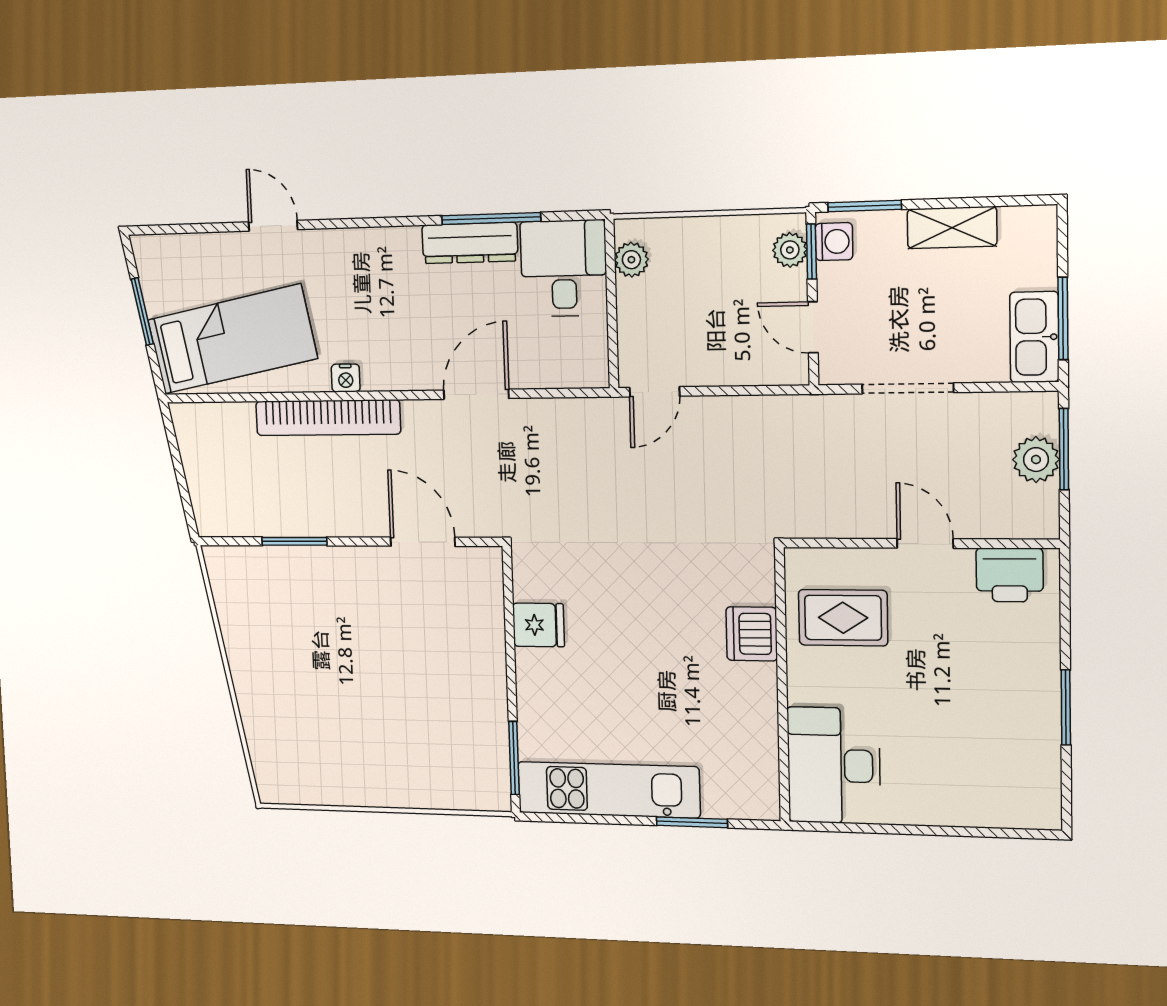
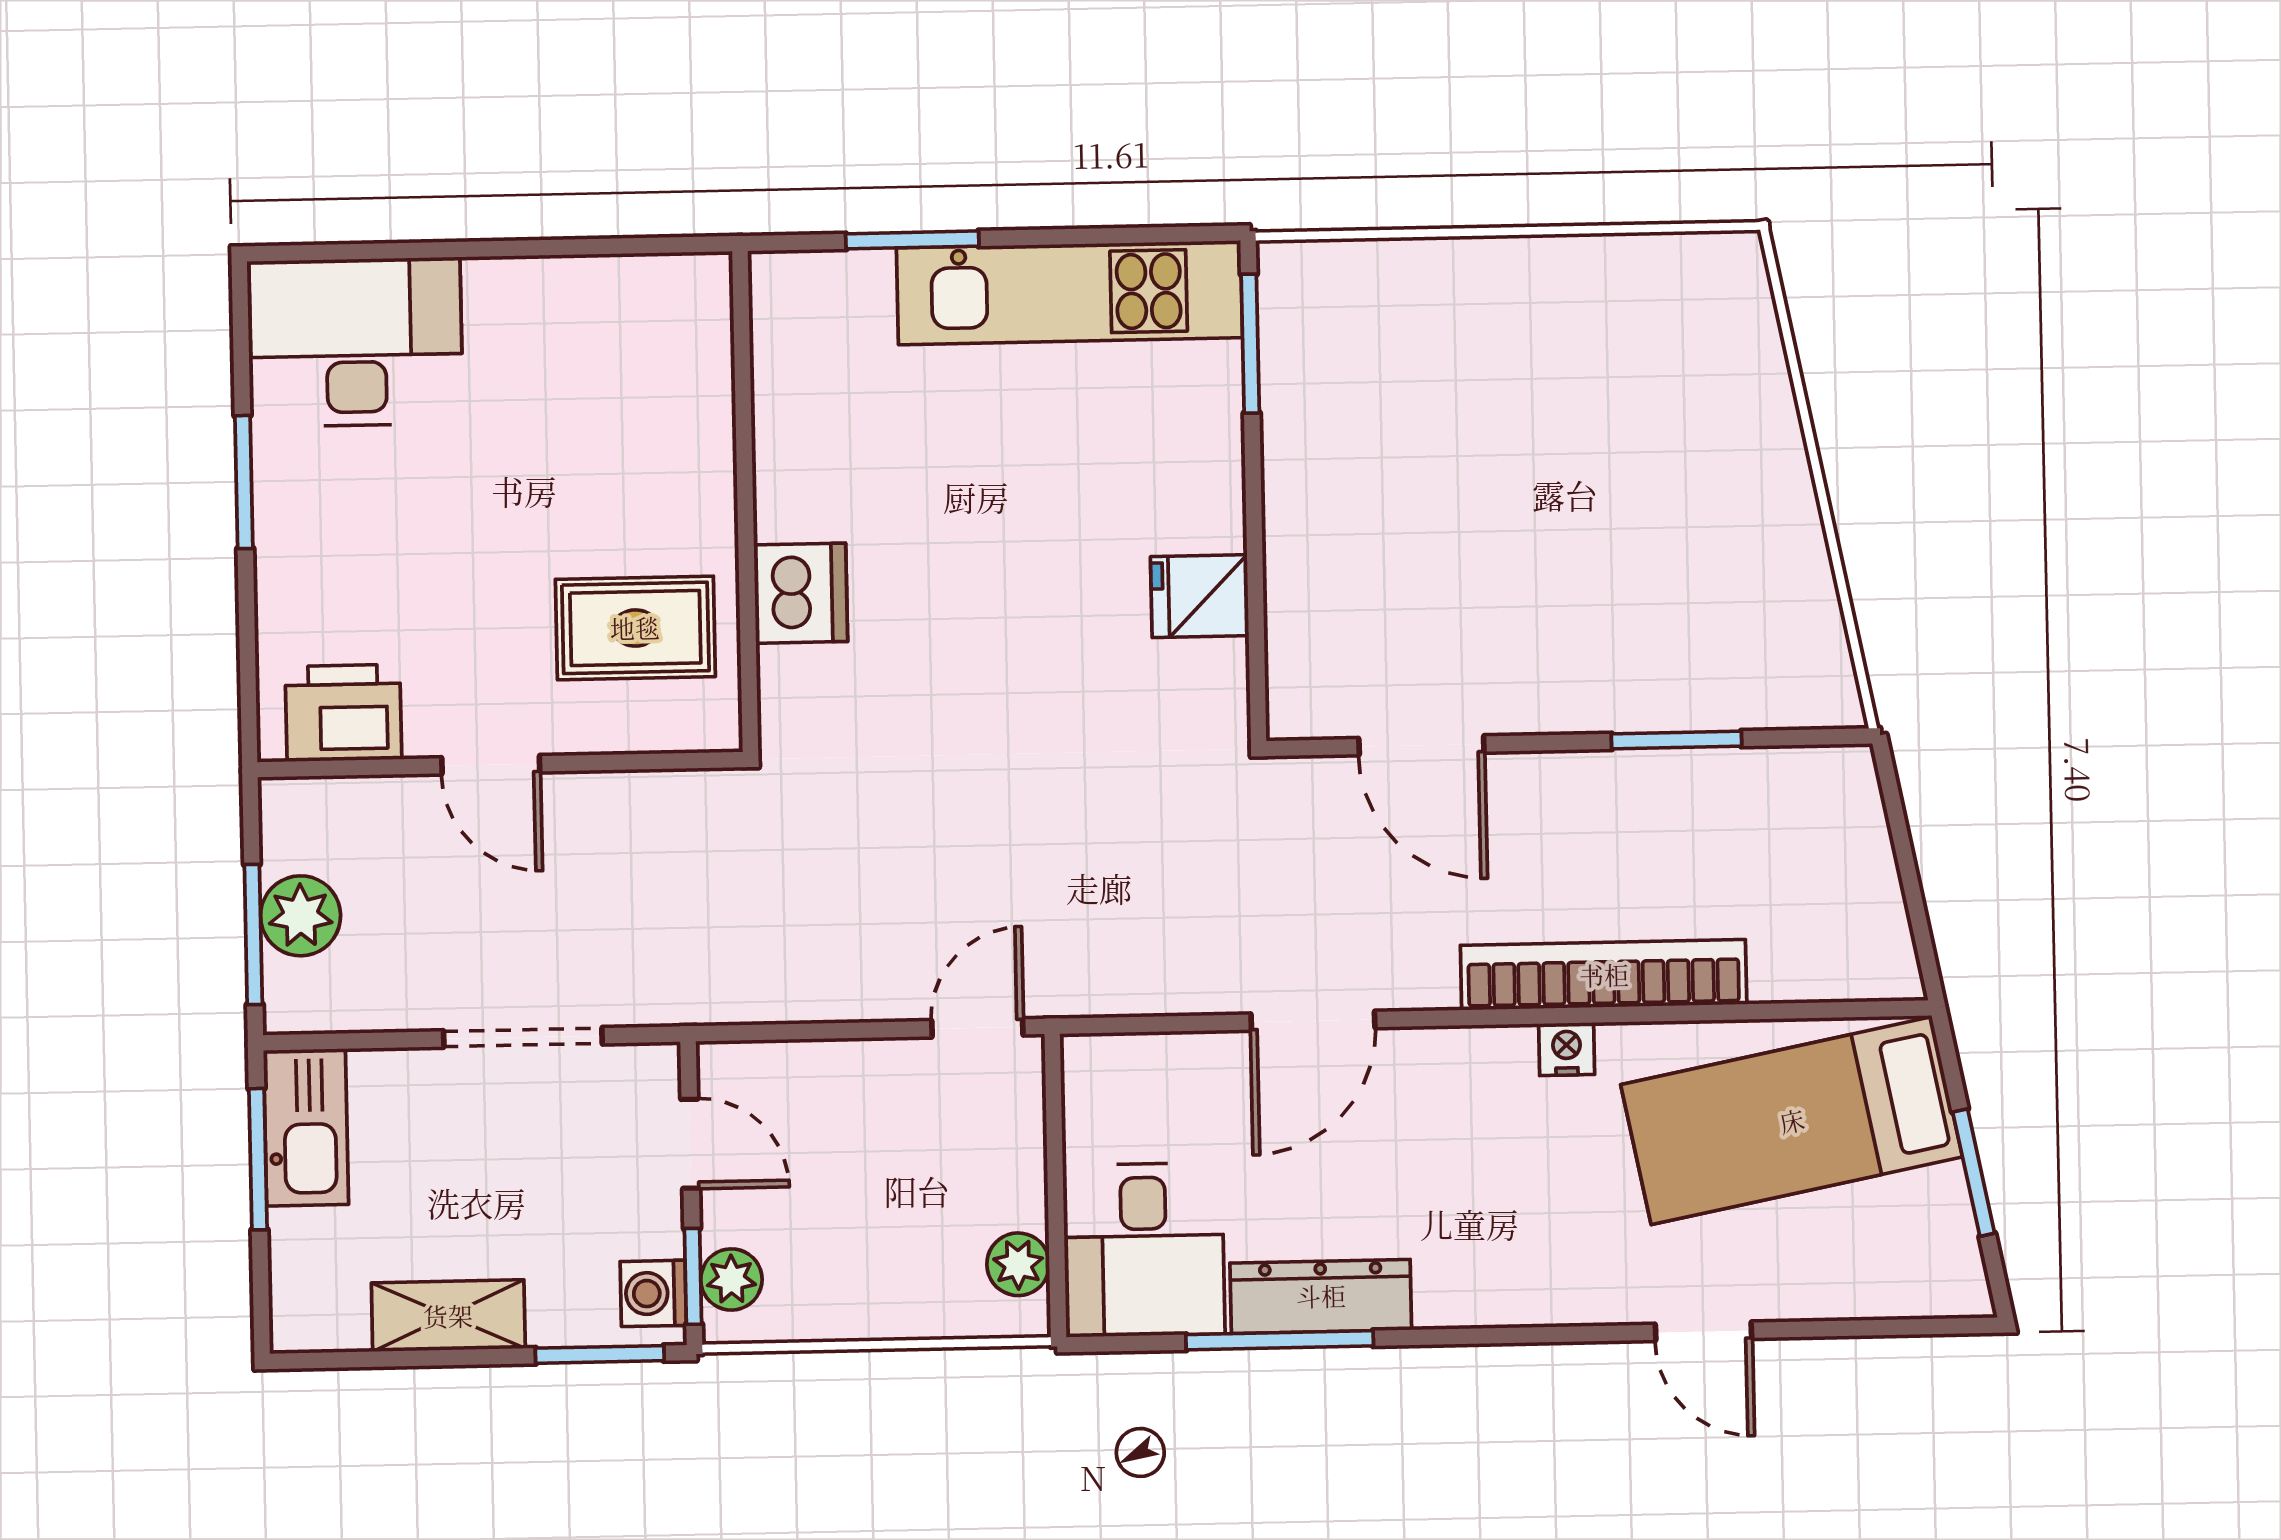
desk: (834, 766) -> (356, 342), moved, turned -90

